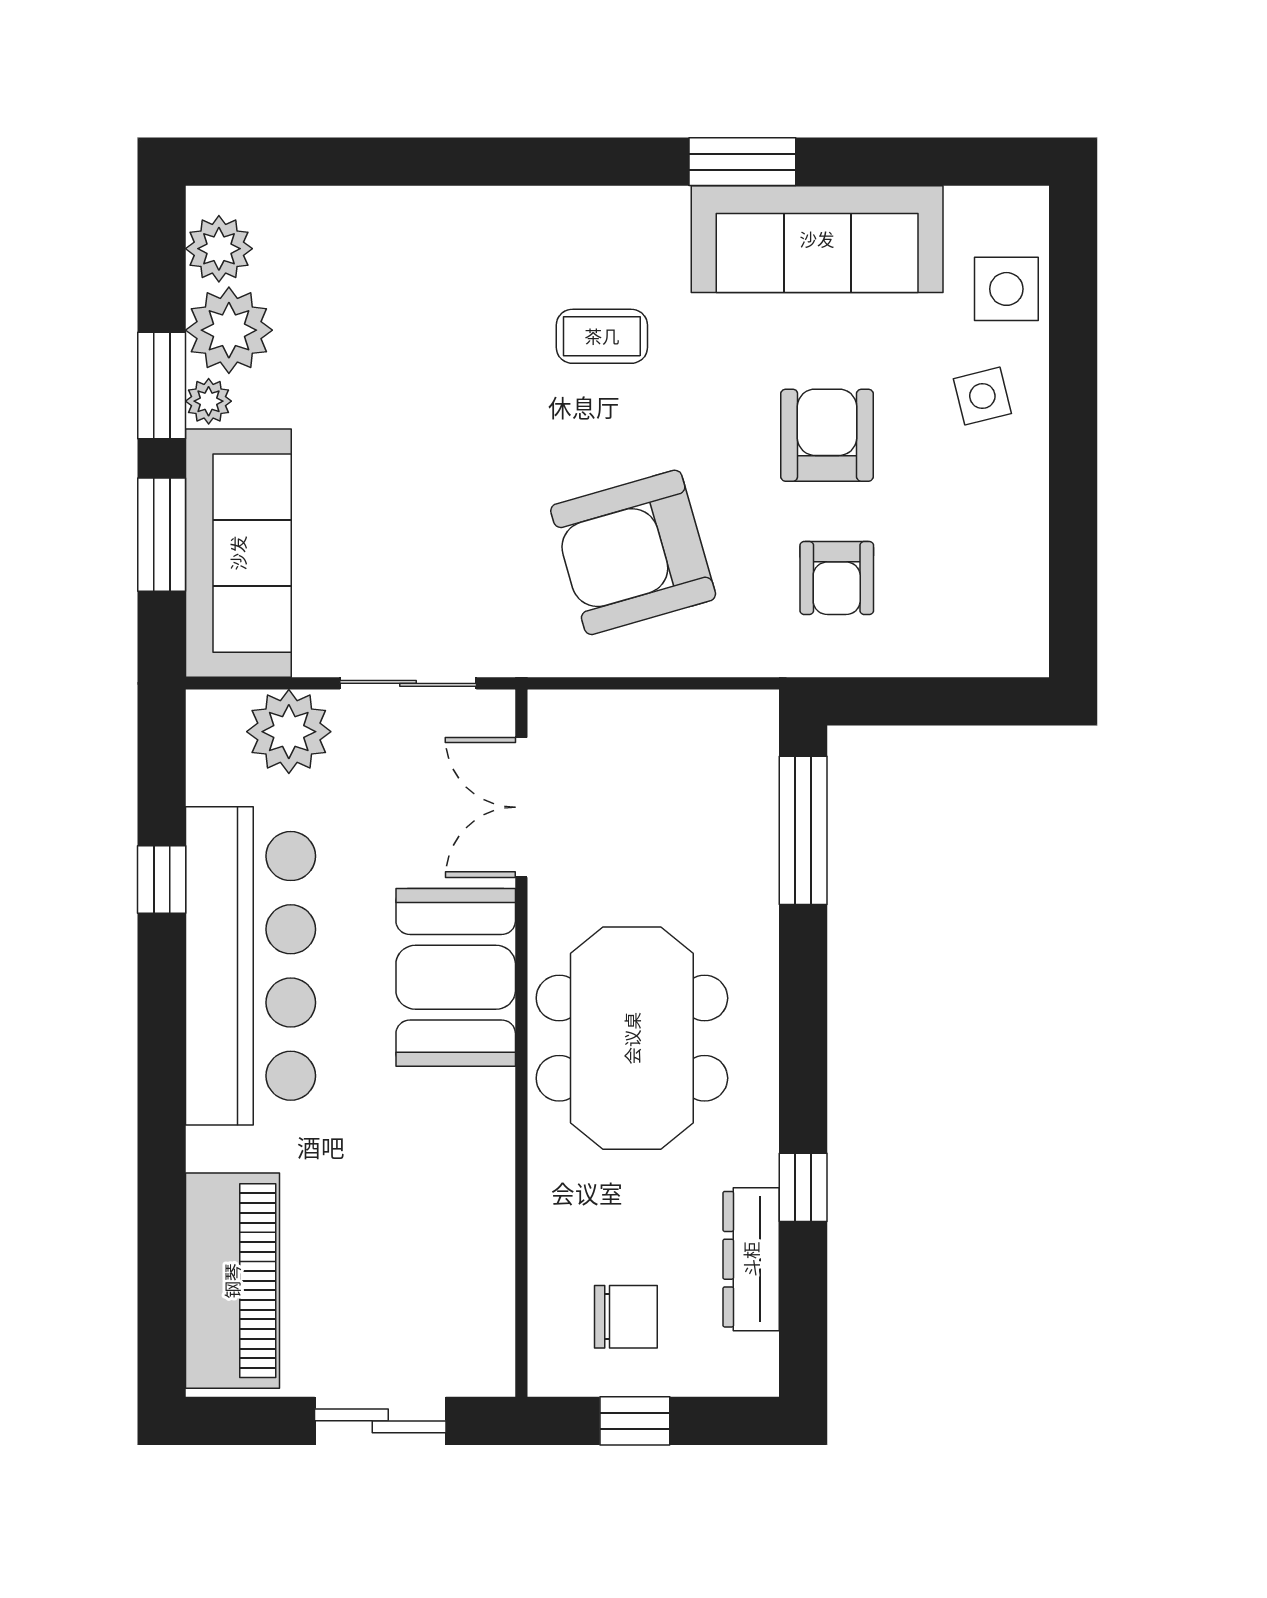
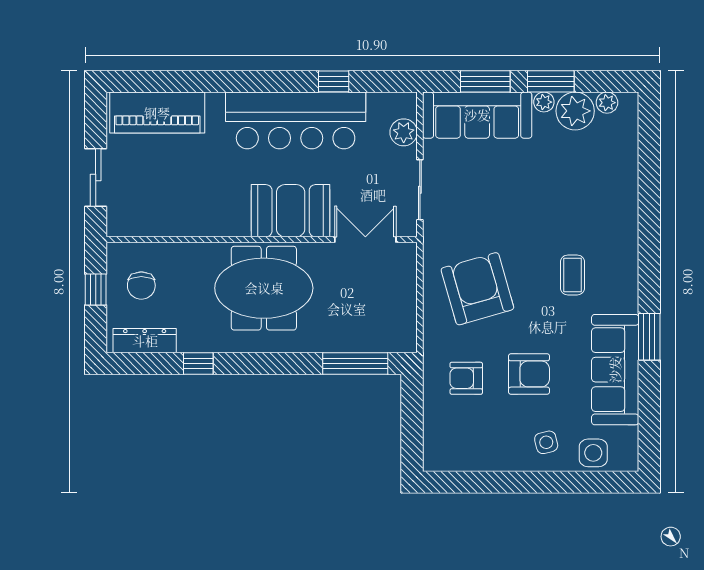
plant: (219, 249) -> (607, 103), width x0.73, depth x0.73
plant: (289, 732) -> (404, 132), width x0.73, depth x0.73
dresser: (751, 1259) -> (145, 341), moved

